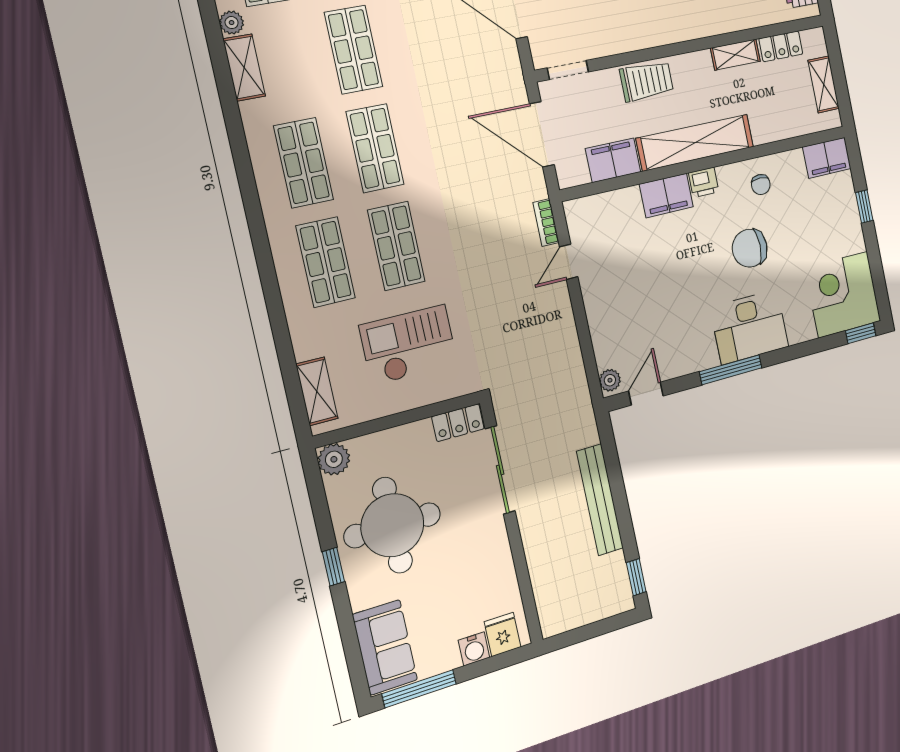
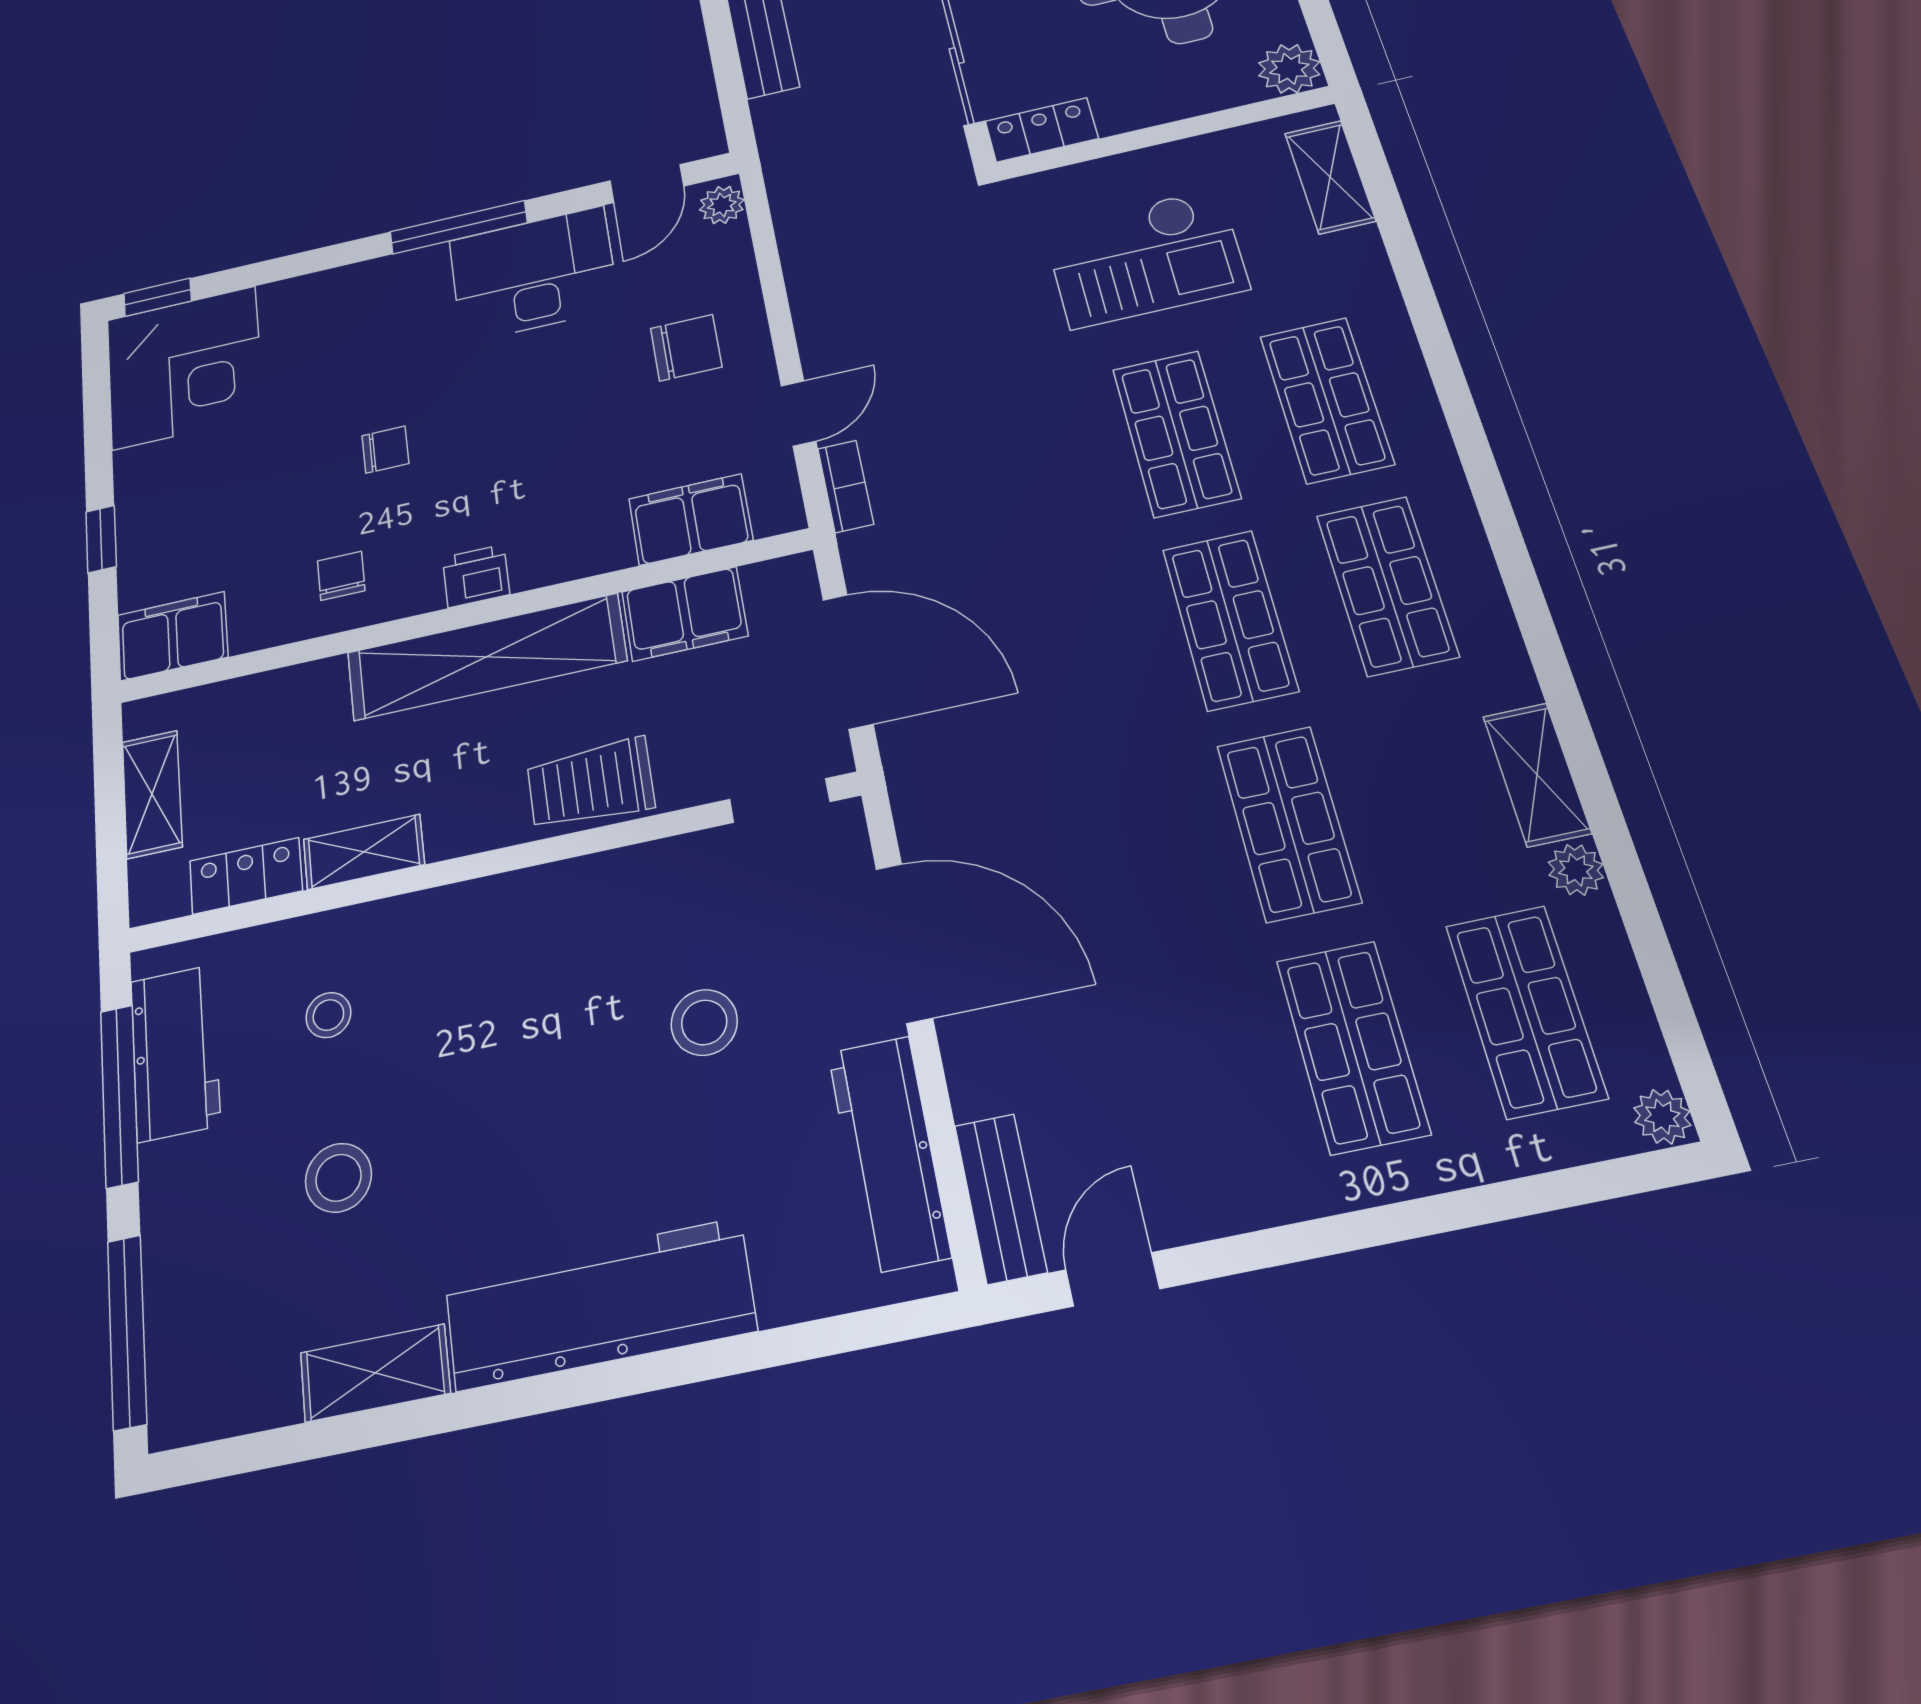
filing cabinet: (666, 195) -> (691, 519), moved
chair: (750, 248) -> (385, 450), width x0.54, depth x0.54
chair: (621, 299) -> (686, 348), added
desk: (750, 327) -> (533, 274), moved

